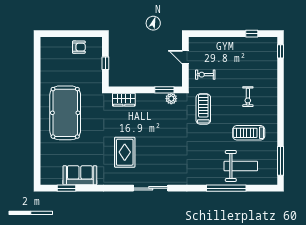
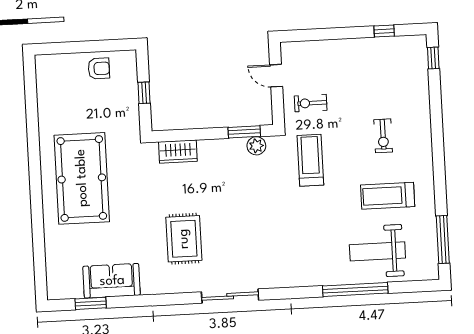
weight bench: (241, 166) -> (377, 251), turned 180

